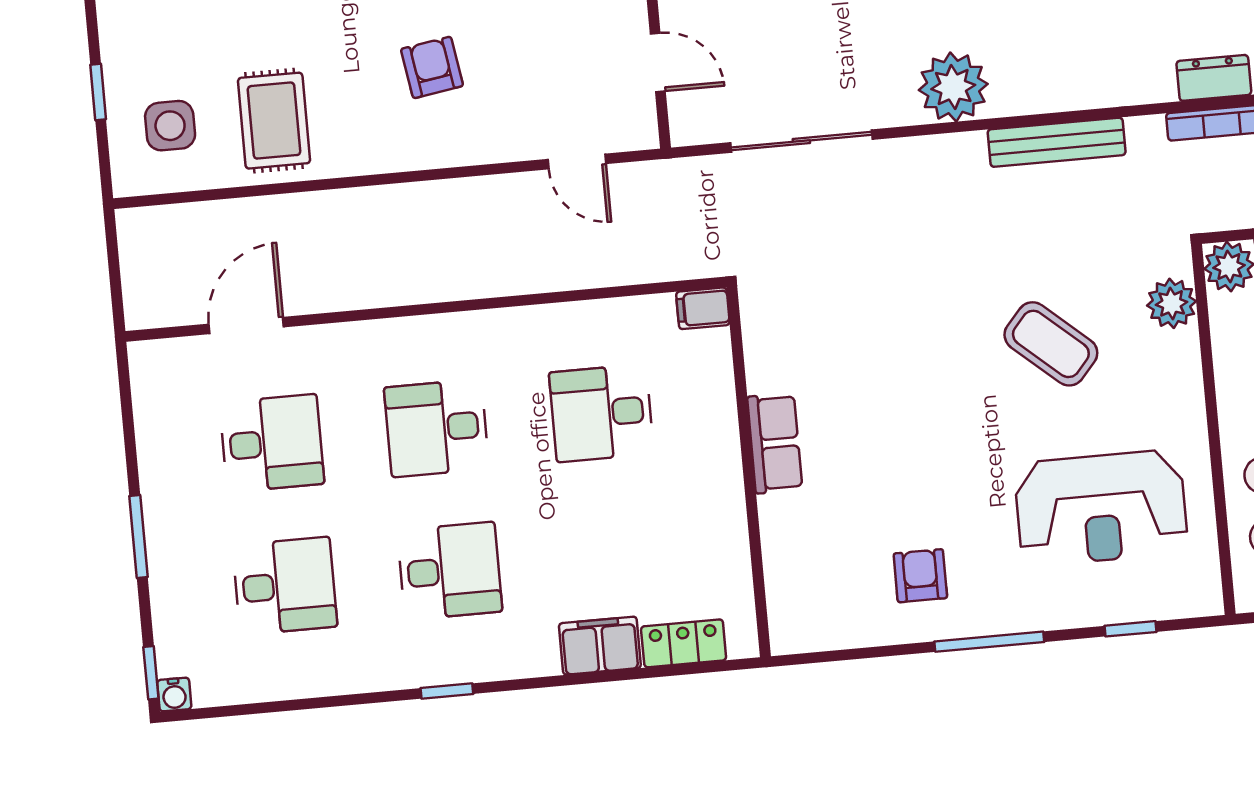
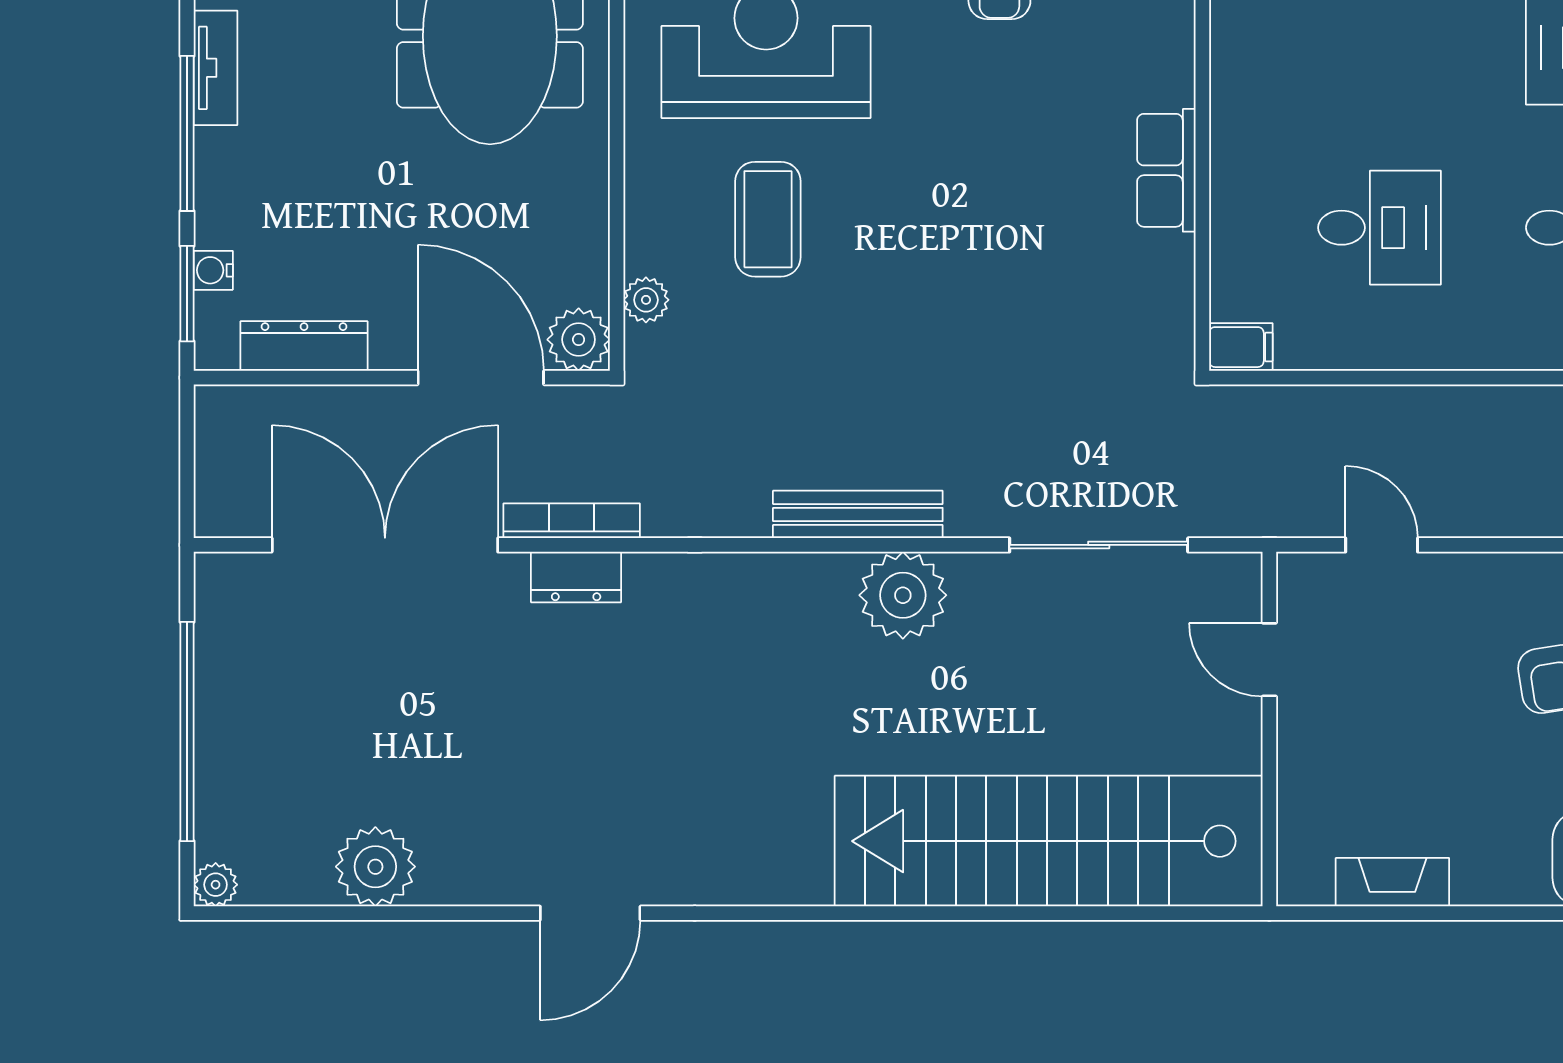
bench: (1057, 142) -> (858, 514), moved
plant: (1172, 303) -> (646, 300), width x0.73, depth x0.73
coffee table: (1051, 344) -> (768, 219), moved, turned 49

